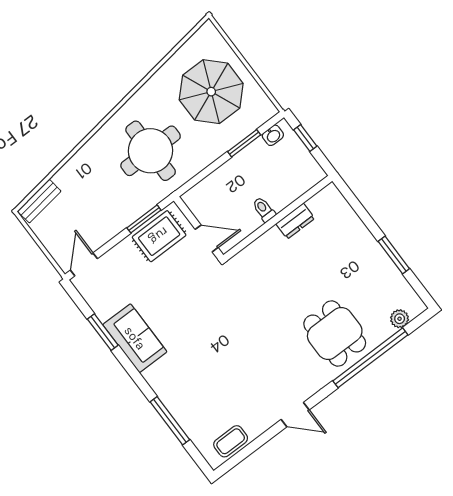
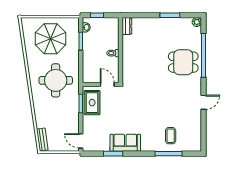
dresser: (295, 221) -> (127, 26), moved
door: (207, 238) -> (107, 84), hinge flipped
plant: (400, 319) -> (197, 22), moved
coffee table: (231, 441) -> (171, 136), moved

